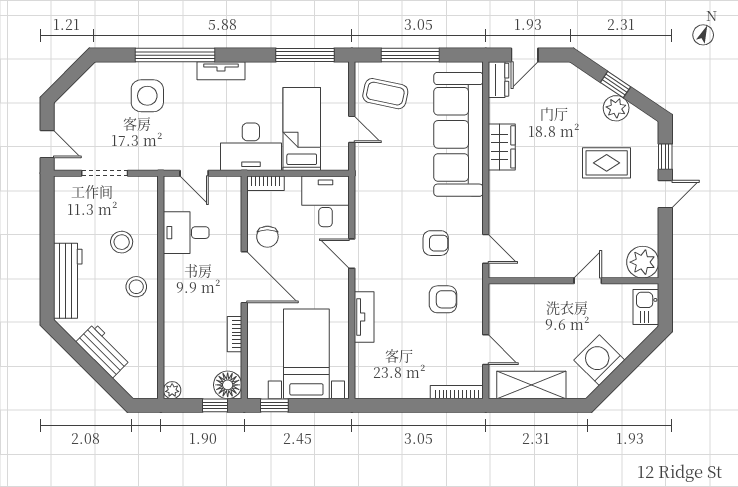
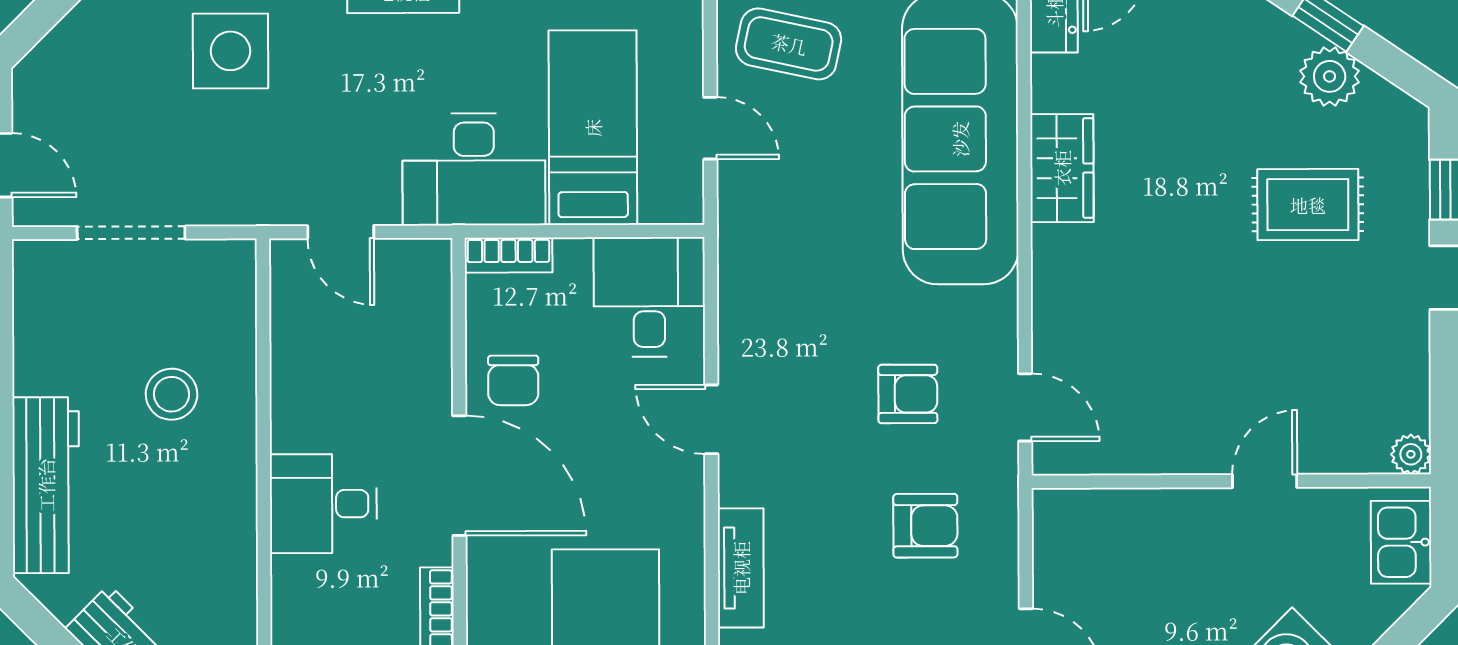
desk: (186, 233) -> (323, 504), moved
plant: (643, 262) -> (1411, 454), width x0.53, depth x0.53
stool: (136, 287) -> (206, 499), removed

